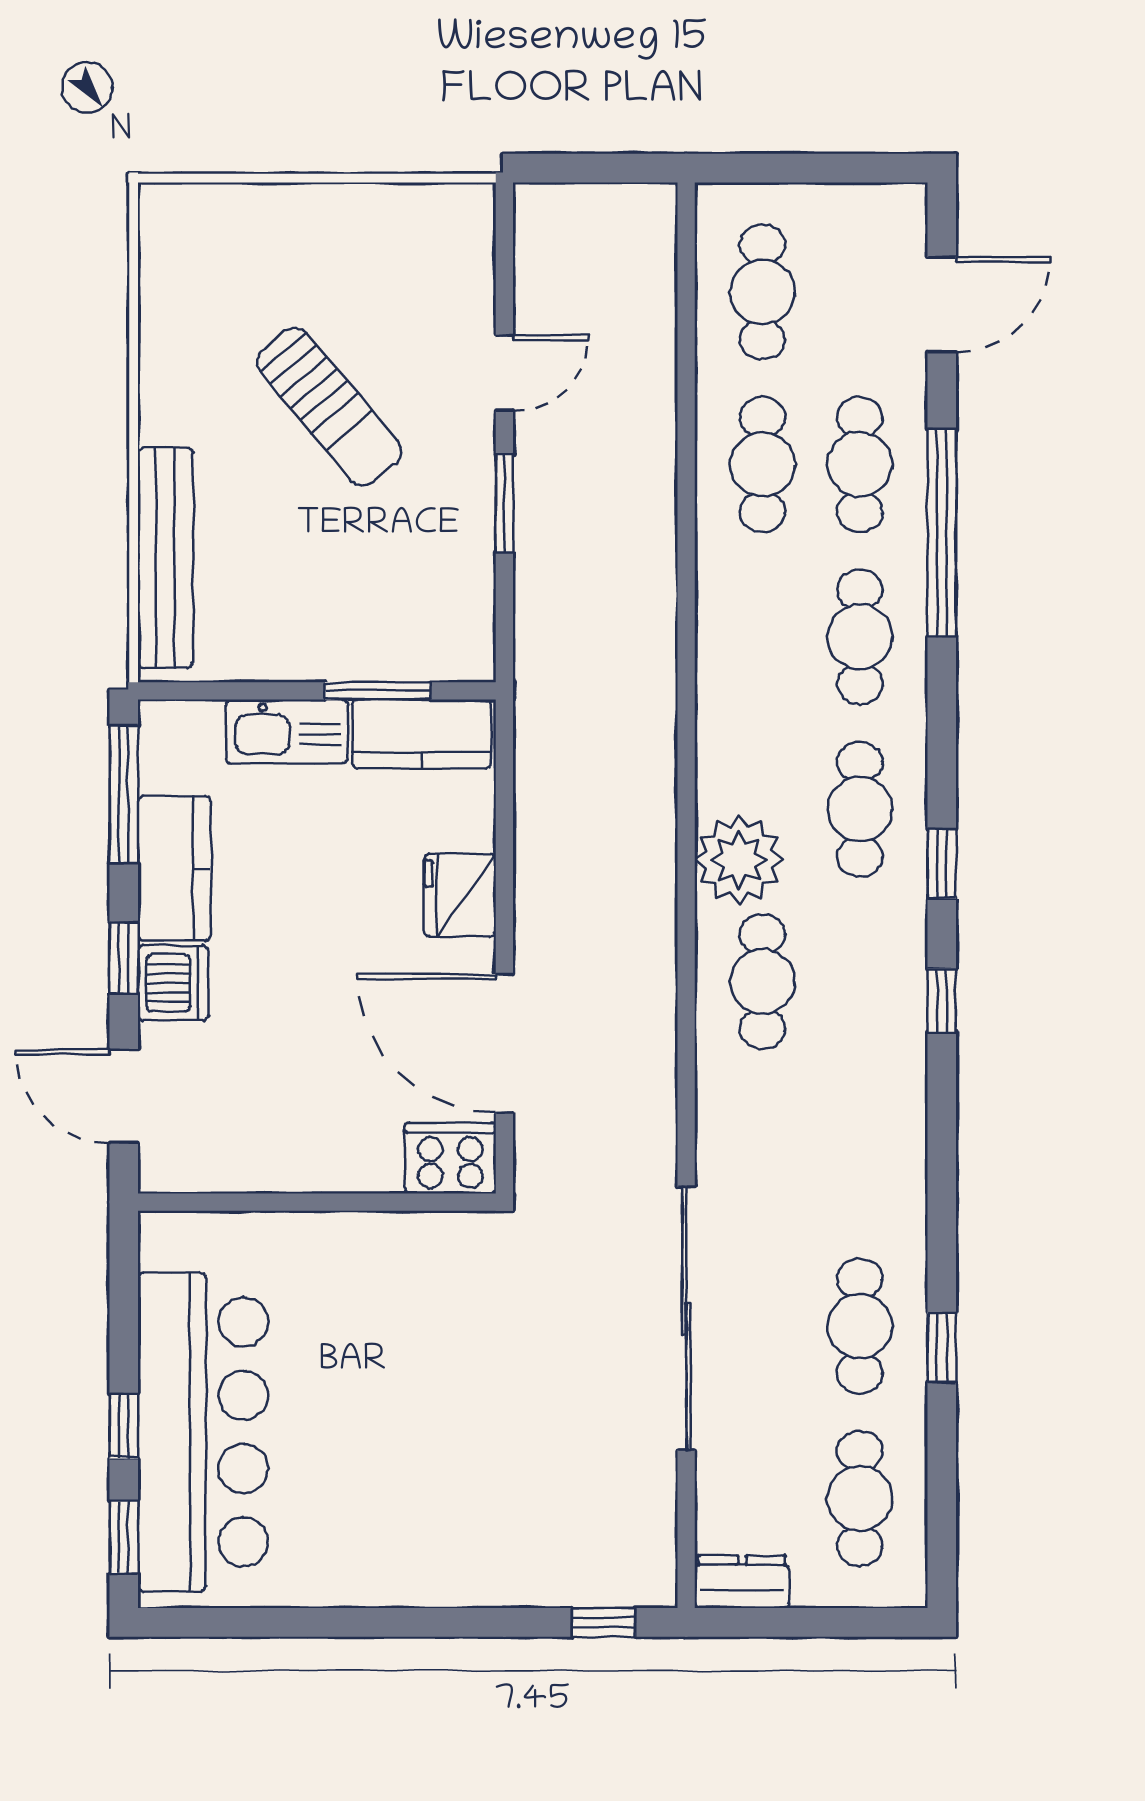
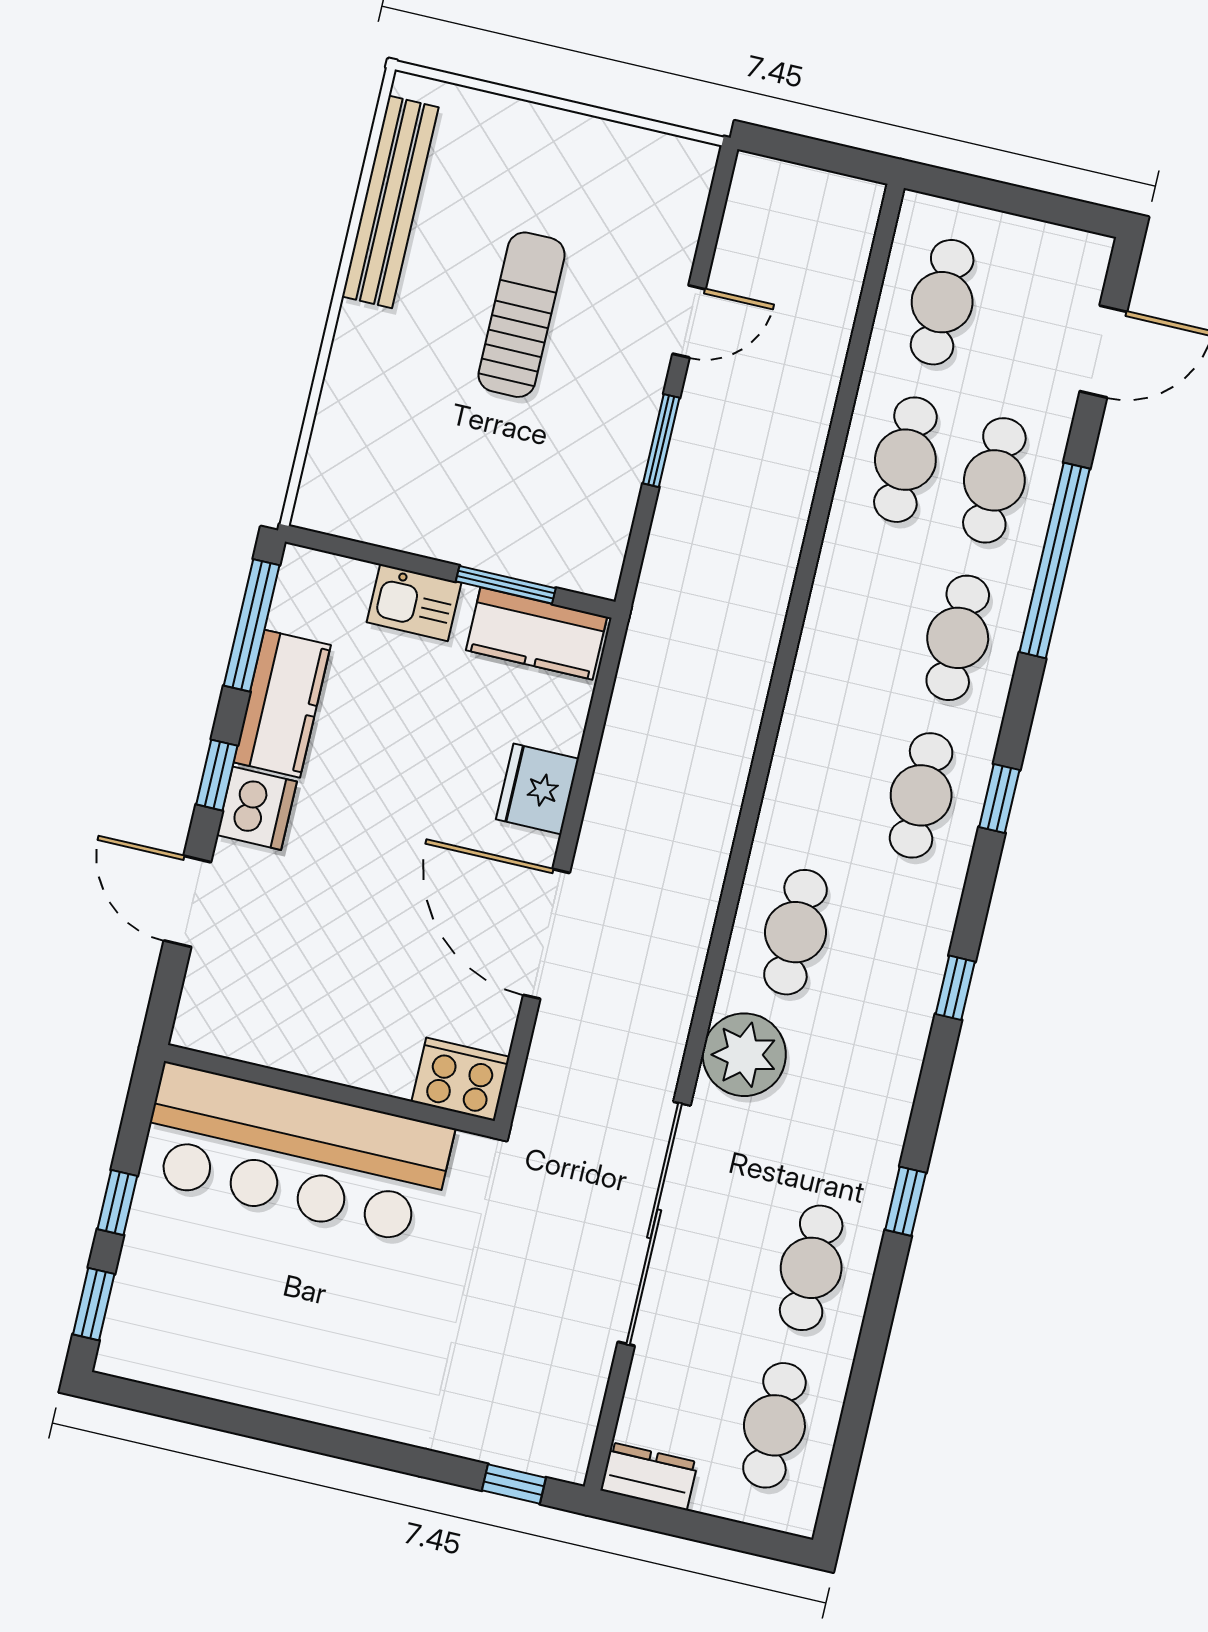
sun lounger: (329, 407) -> (522, 315), turned -140
bench: (165, 558) -> (390, 202), moved
kitchen sink: (287, 731) -> (414, 603), width x0.73
plant: (739, 860) -> (744, 1055), moved
window: (942, 864) -> (999, 799), moved
cooker: (450, 1158) -> (461, 1079), moved
wall: (317, 1202) -> (329, 1091), moved
window: (942, 1347) -> (906, 1201), moved
bar counter: (203, 1432) -> (296, 1154), moved, turned 90

